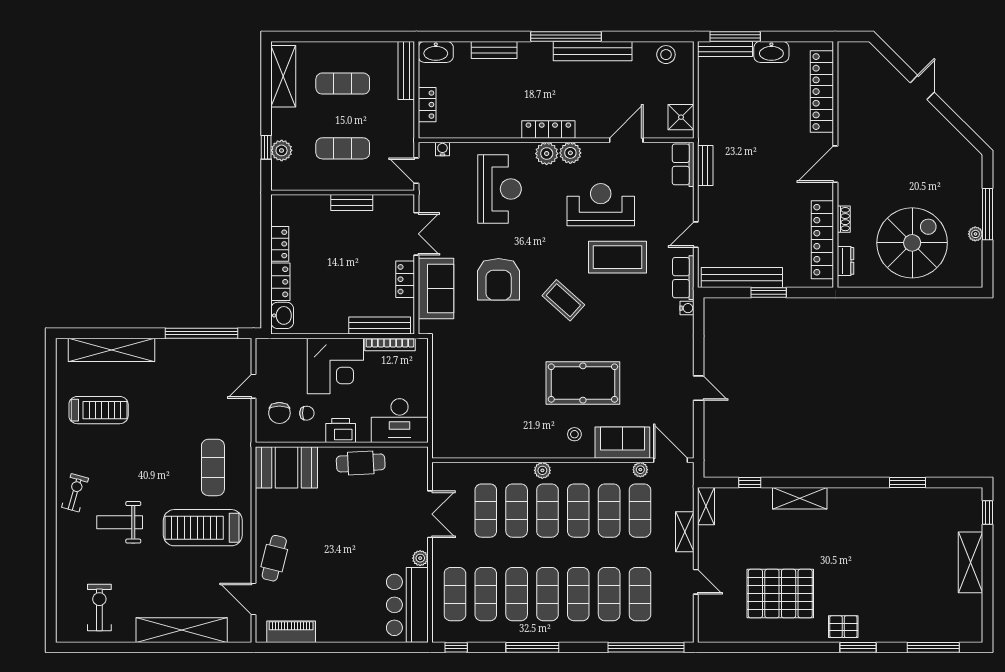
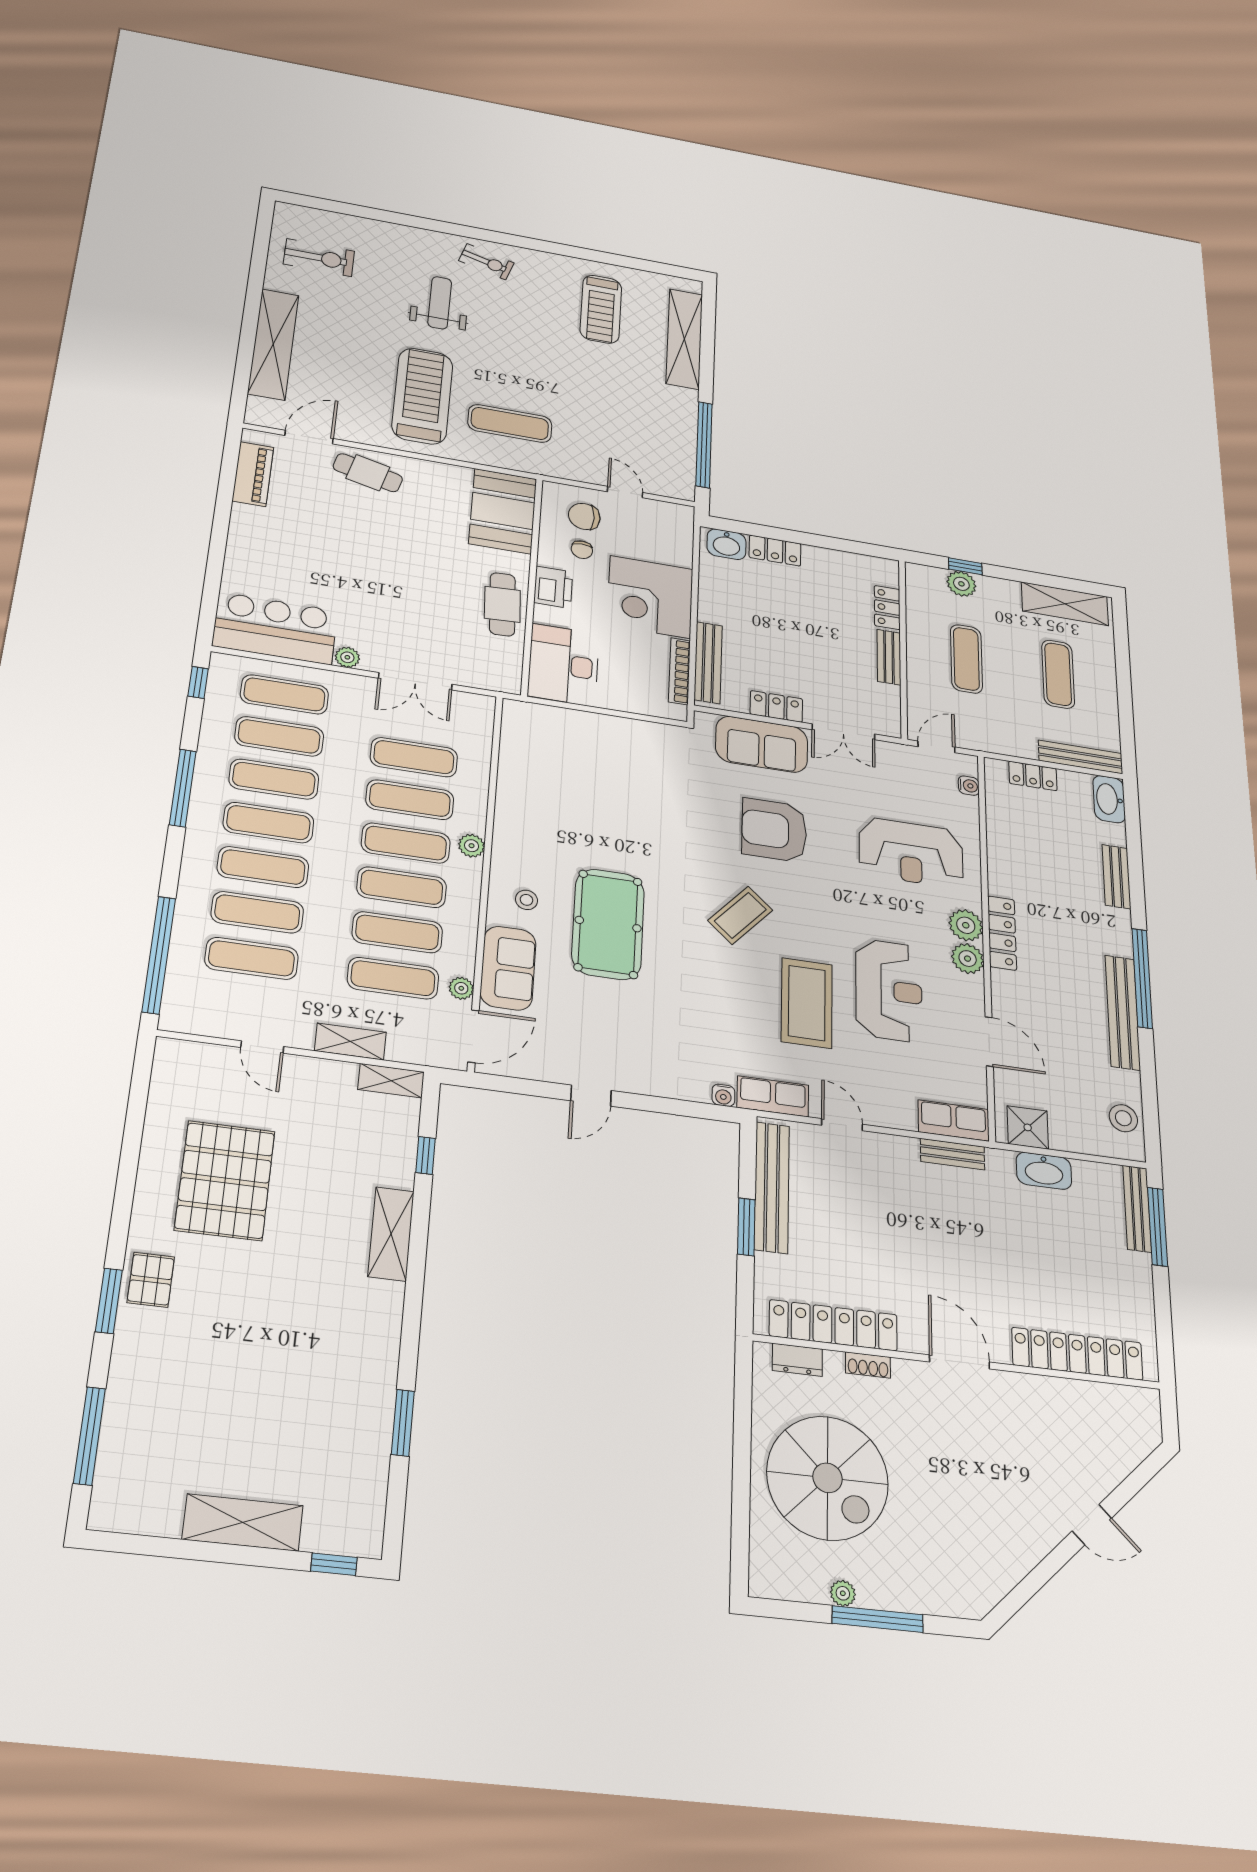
washbasin: (771, 52) -> (1044, 1171), moved, turned -90
locker: (280, 244) -> (887, 608), moved, turned 90
door: (696, 582) -> (262, 1047), hinge flipped

